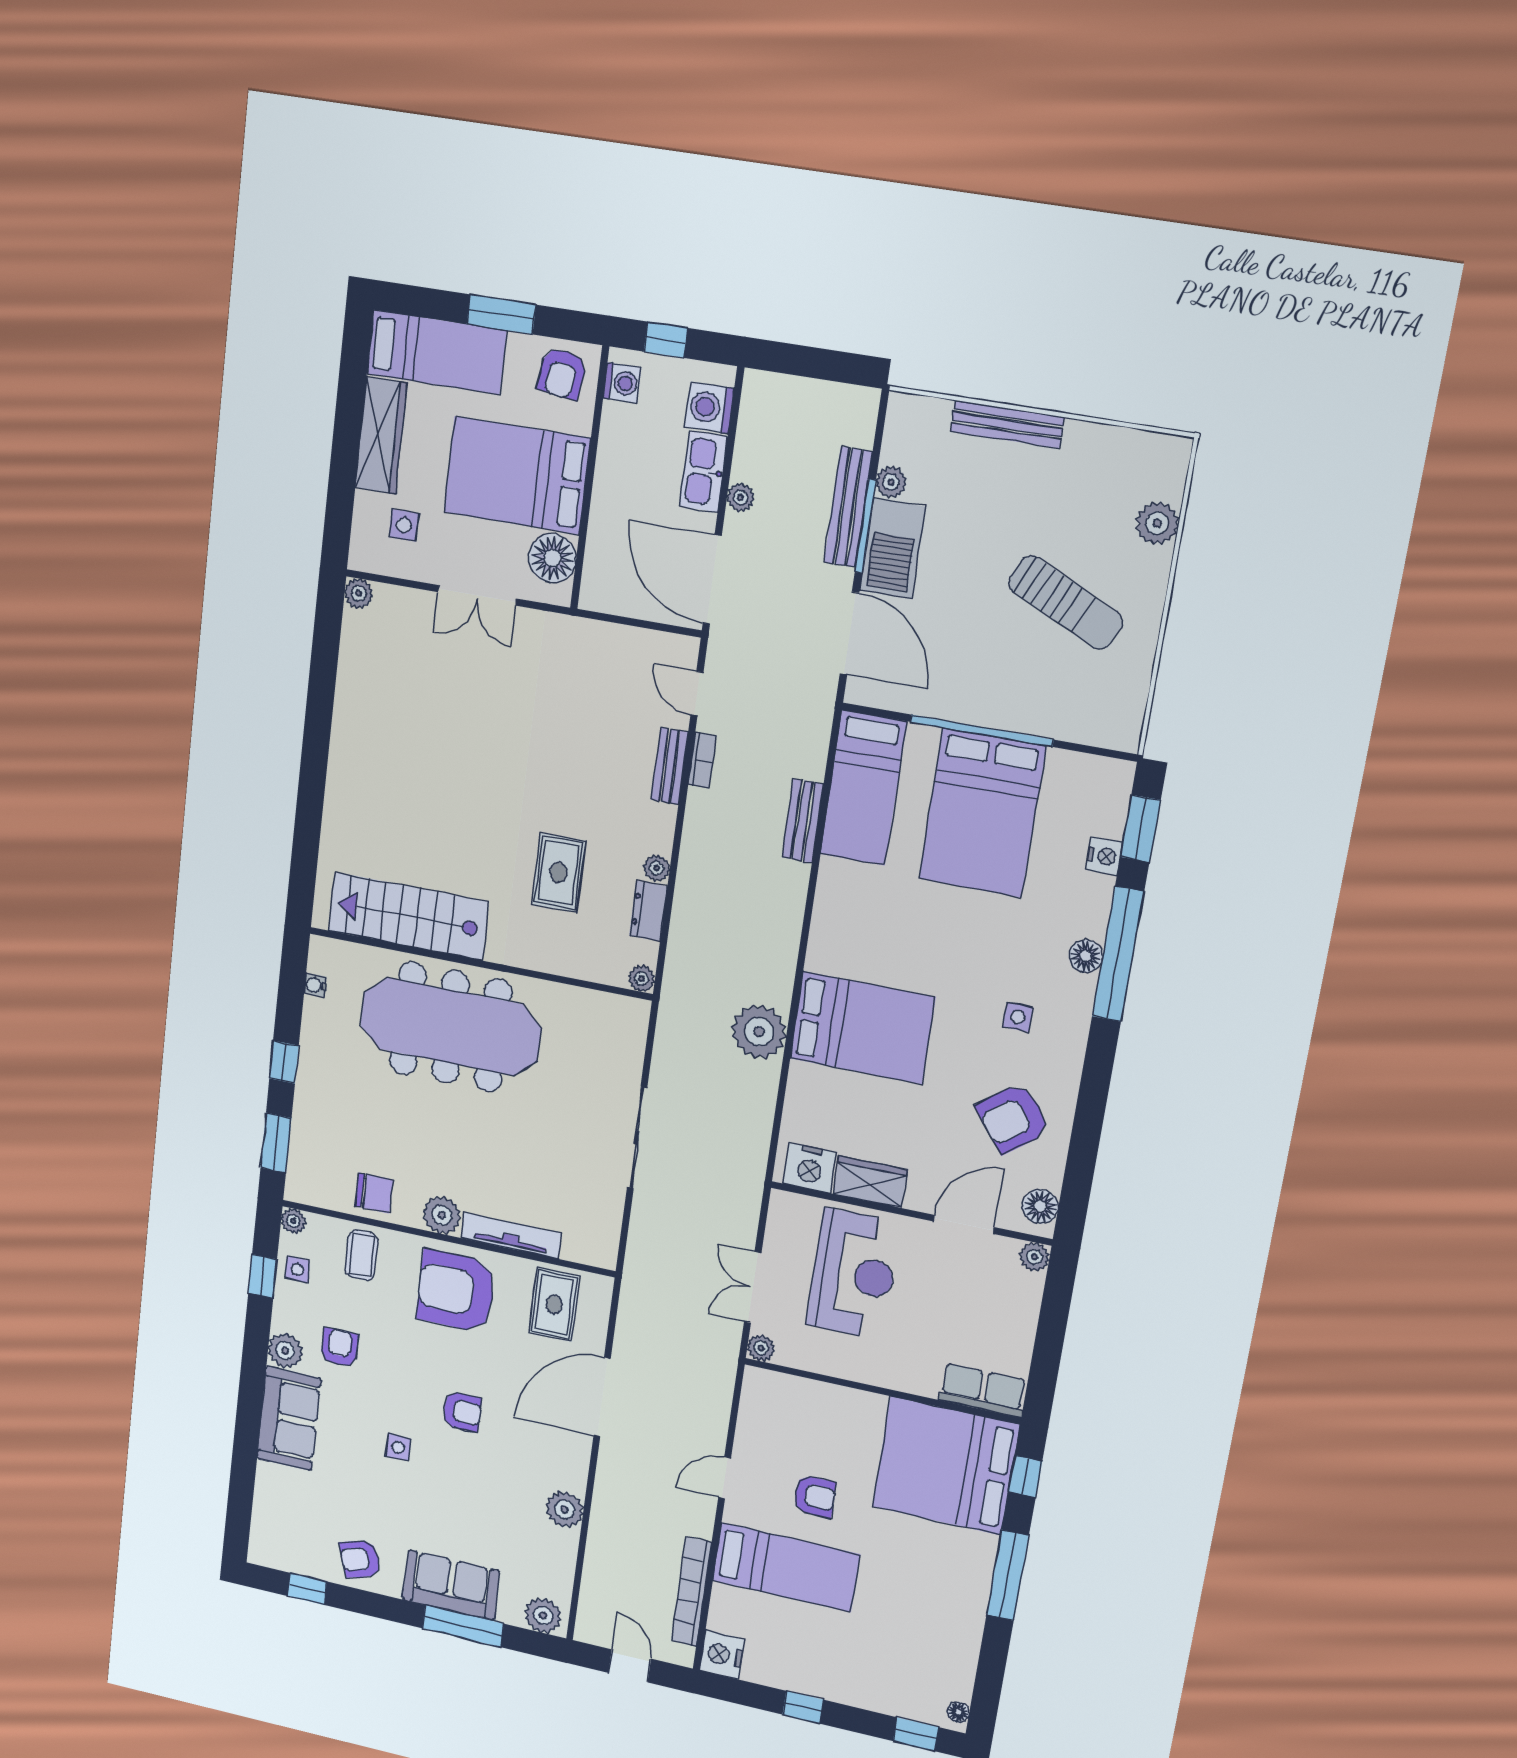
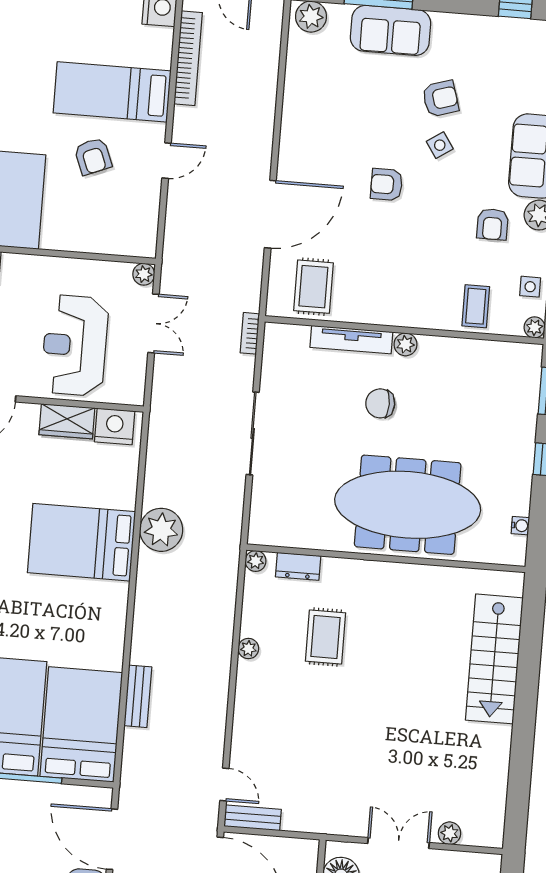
plant: (359, 593) -> (450, 833), moved
bookcase: (702, 760) -> (250, 333), moved
bench: (670, 766) -> (253, 818), moved, turned 90
bed: (863, 788) -> (81, 724), width x1.50
dresser: (648, 911) -> (298, 566), moved, turned 90
stairs: (408, 916) -> (494, 659), moved, turned 90
chair: (374, 1193) -> (380, 403), moved
plant: (442, 1215) -> (405, 344), width x0.73, depth x0.73
armchair: (456, 1291) -> (395, 287), removed
side table: (398, 1447) -> (440, 145), turned -34
armchair: (815, 1496) -> (93, 156), turned -112
plant: (565, 1509) -> (297, 113), removed
armchair: (360, 1559) -> (440, 99), moved

